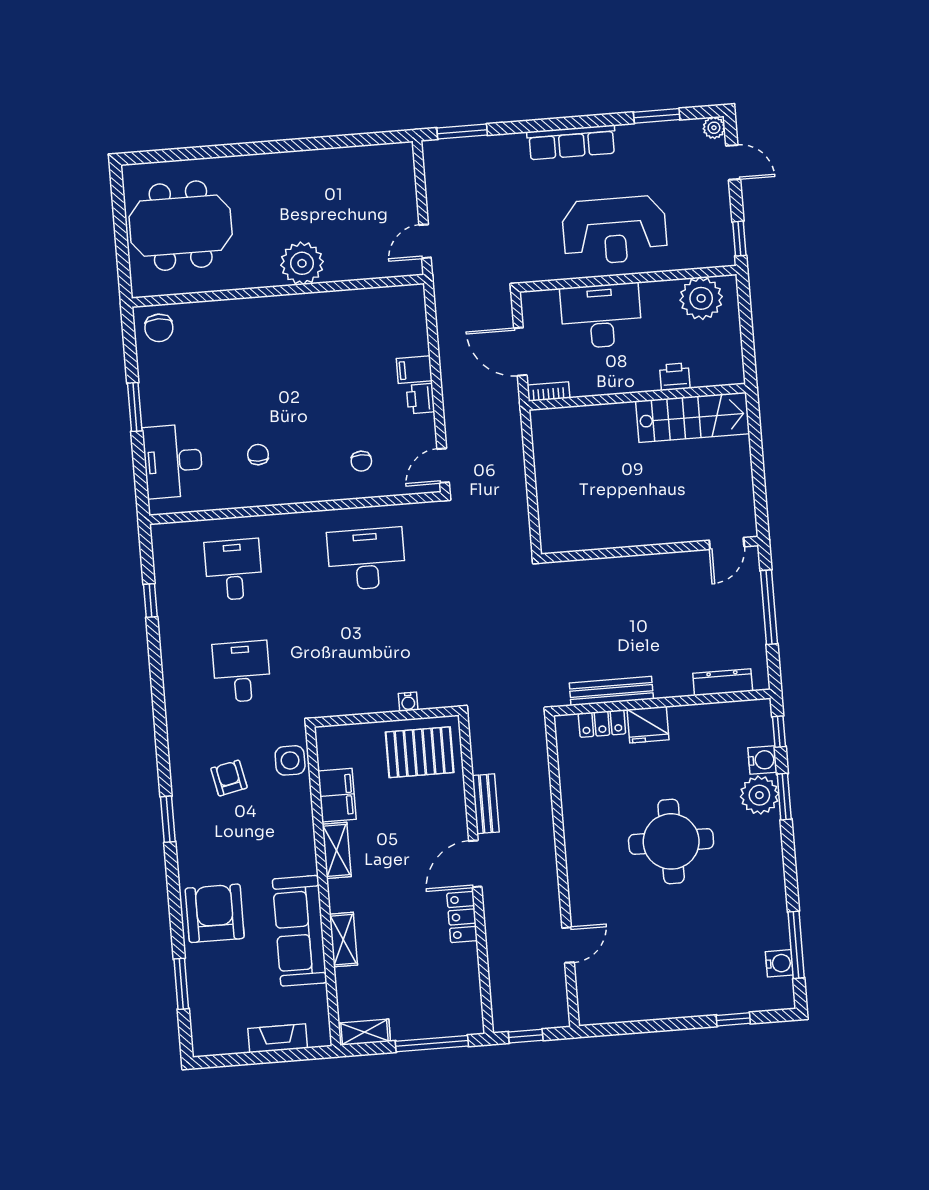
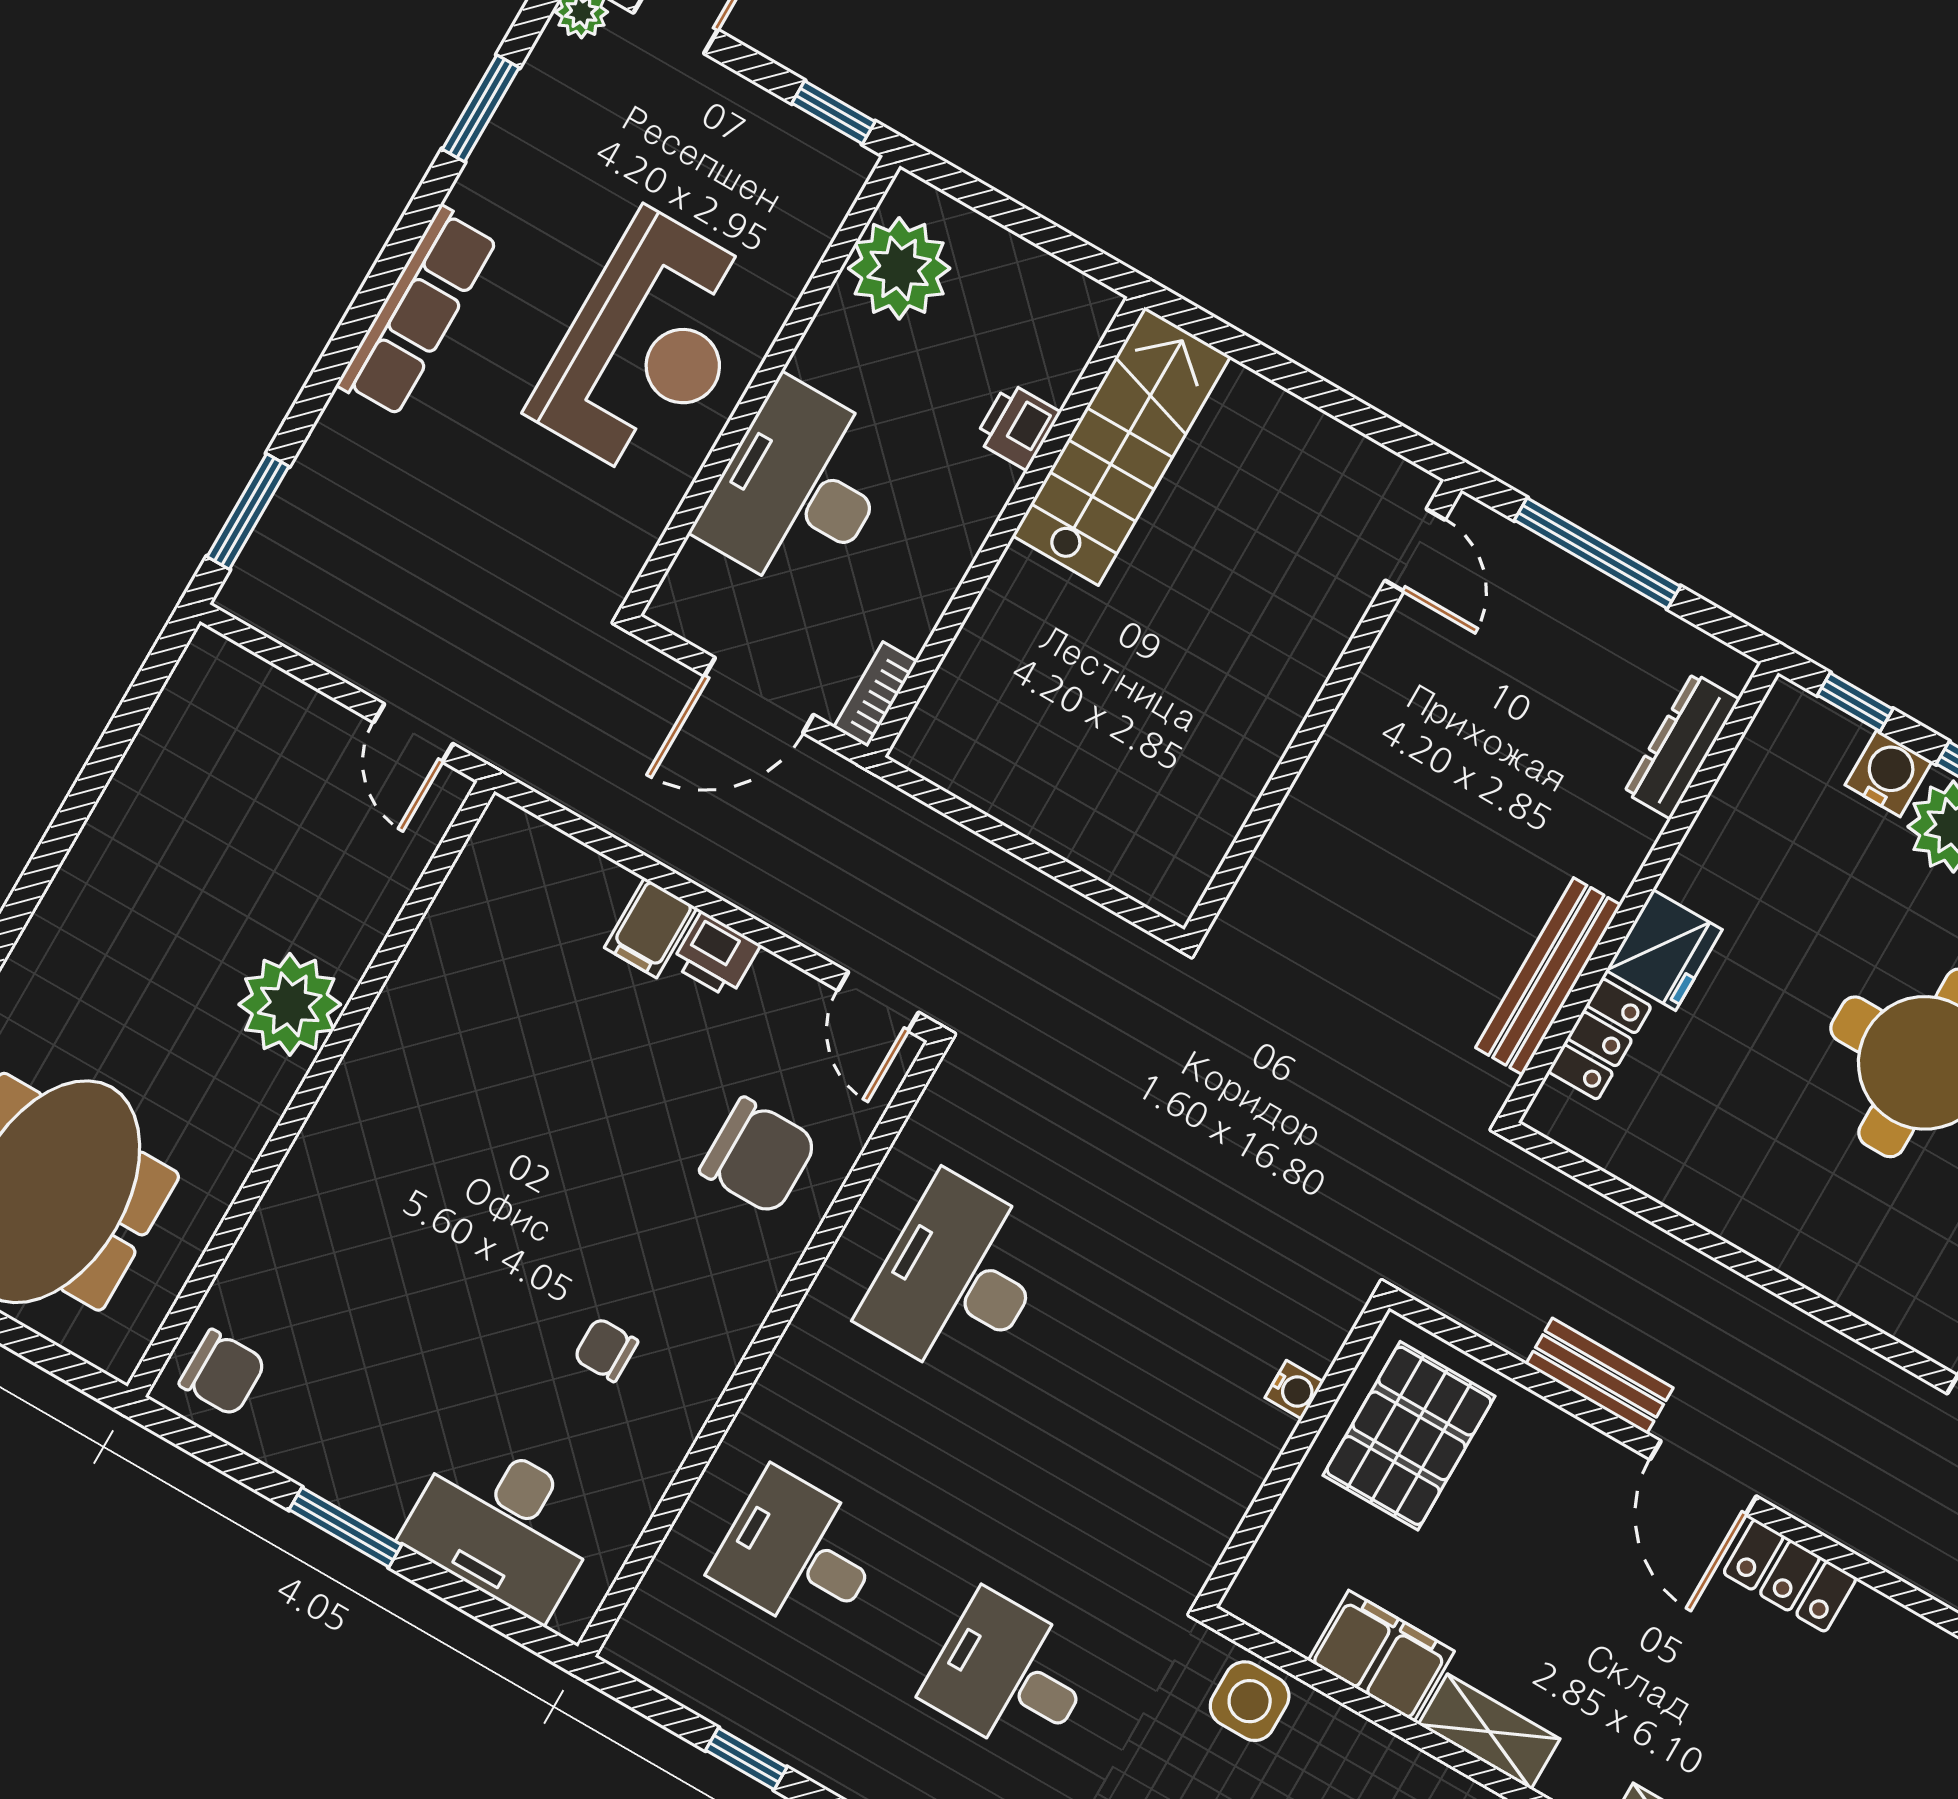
chair: (361, 461) -> (758, 1156), width x1.87, depth x1.87

